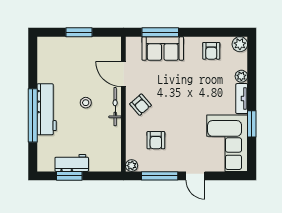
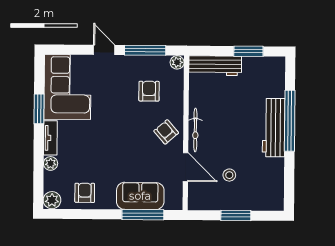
stool: (86, 103) -> (229, 175), moved
workbench: (72, 163) -> (215, 66), moved, width x1.37

